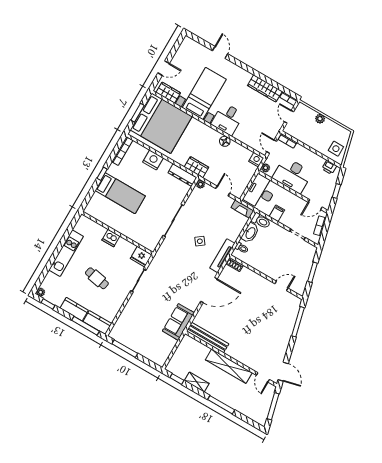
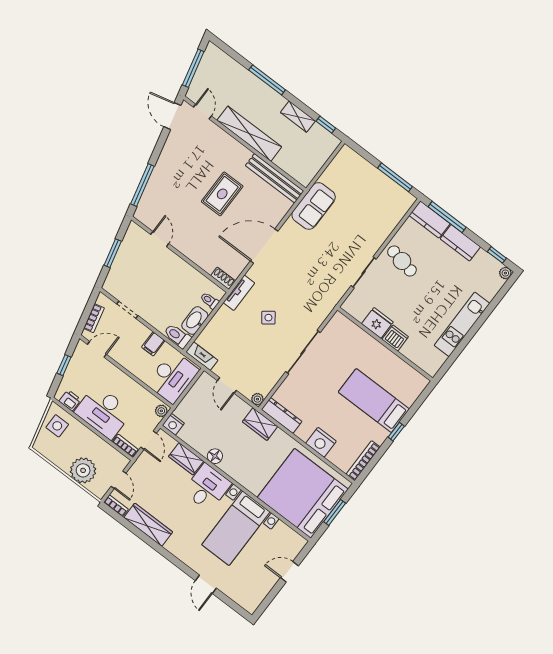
wardrobe: (168, 93) -> (186, 459), moved
plant: (320, 119) -> (83, 470), width x1.88, depth x1.88
desk: (292, 175) -> (103, 412), moved, turned 180
tv unit: (222, 256) -> (239, 293), width x0.71
fridge: (141, 257) -> (377, 323), moved
cafe table: (97, 278) -> (402, 261), moved
door: (281, 286) -> (160, 239), swing flipped
rug: (242, 322) -> (222, 194), added

